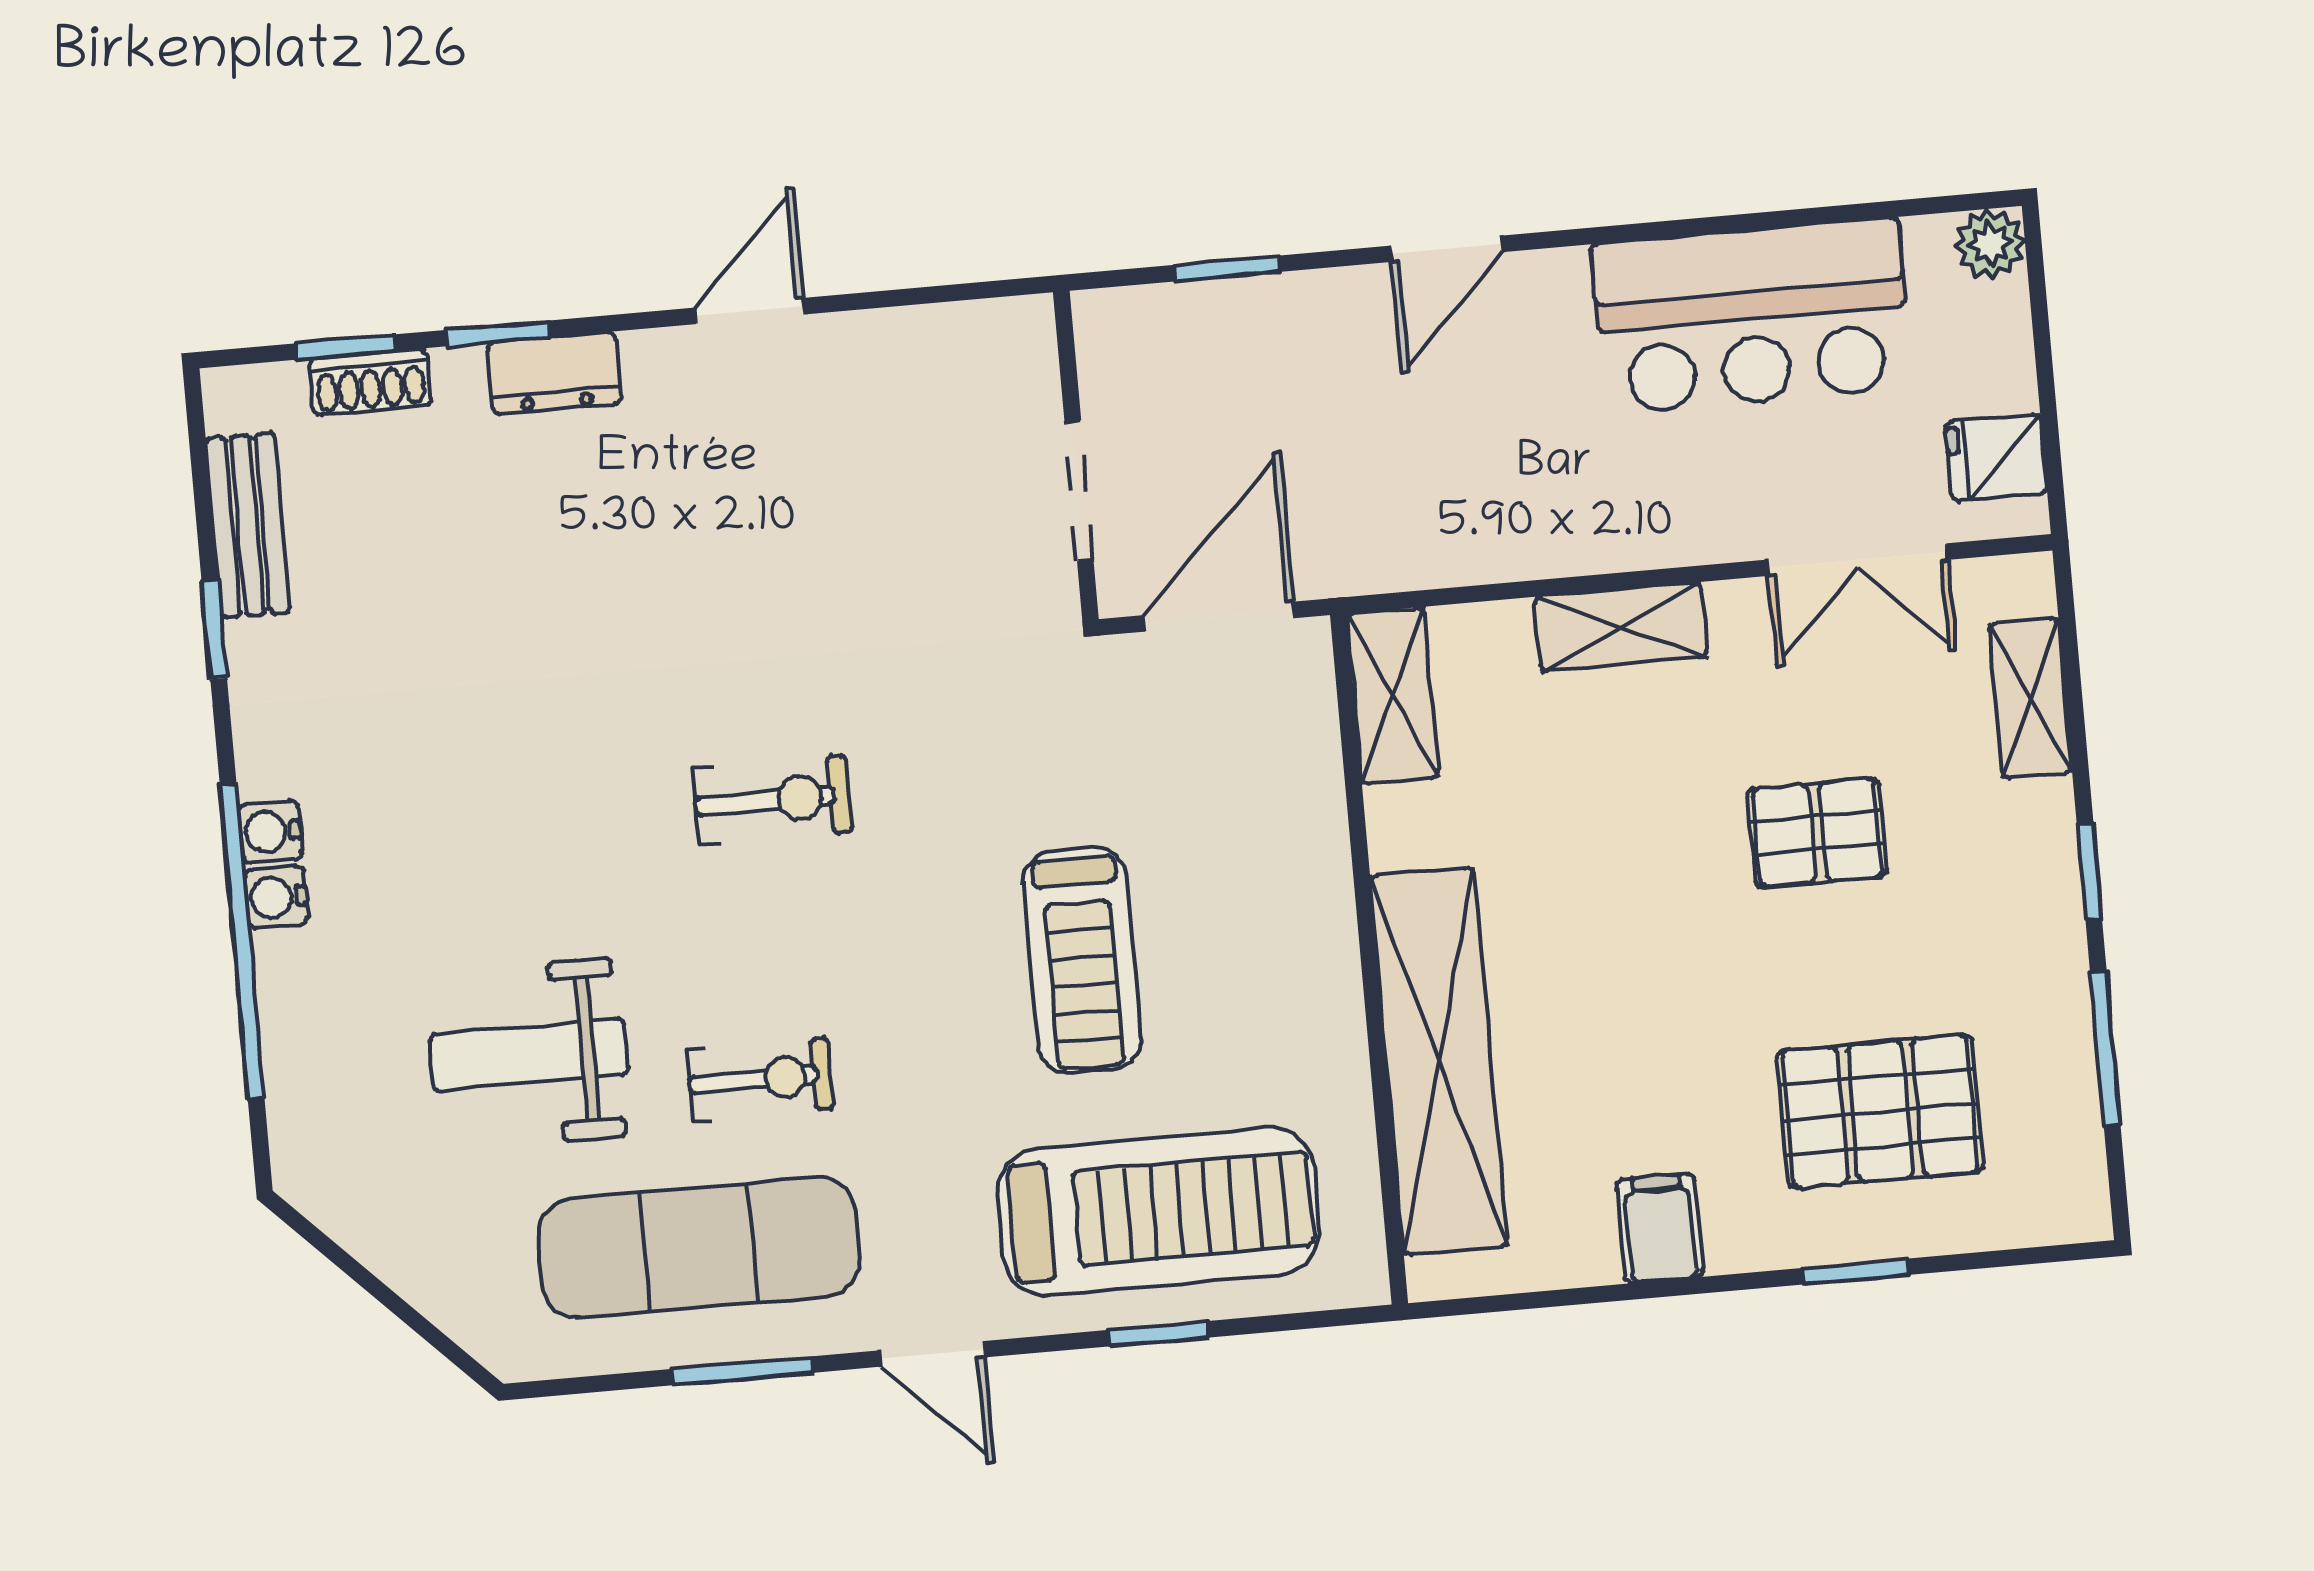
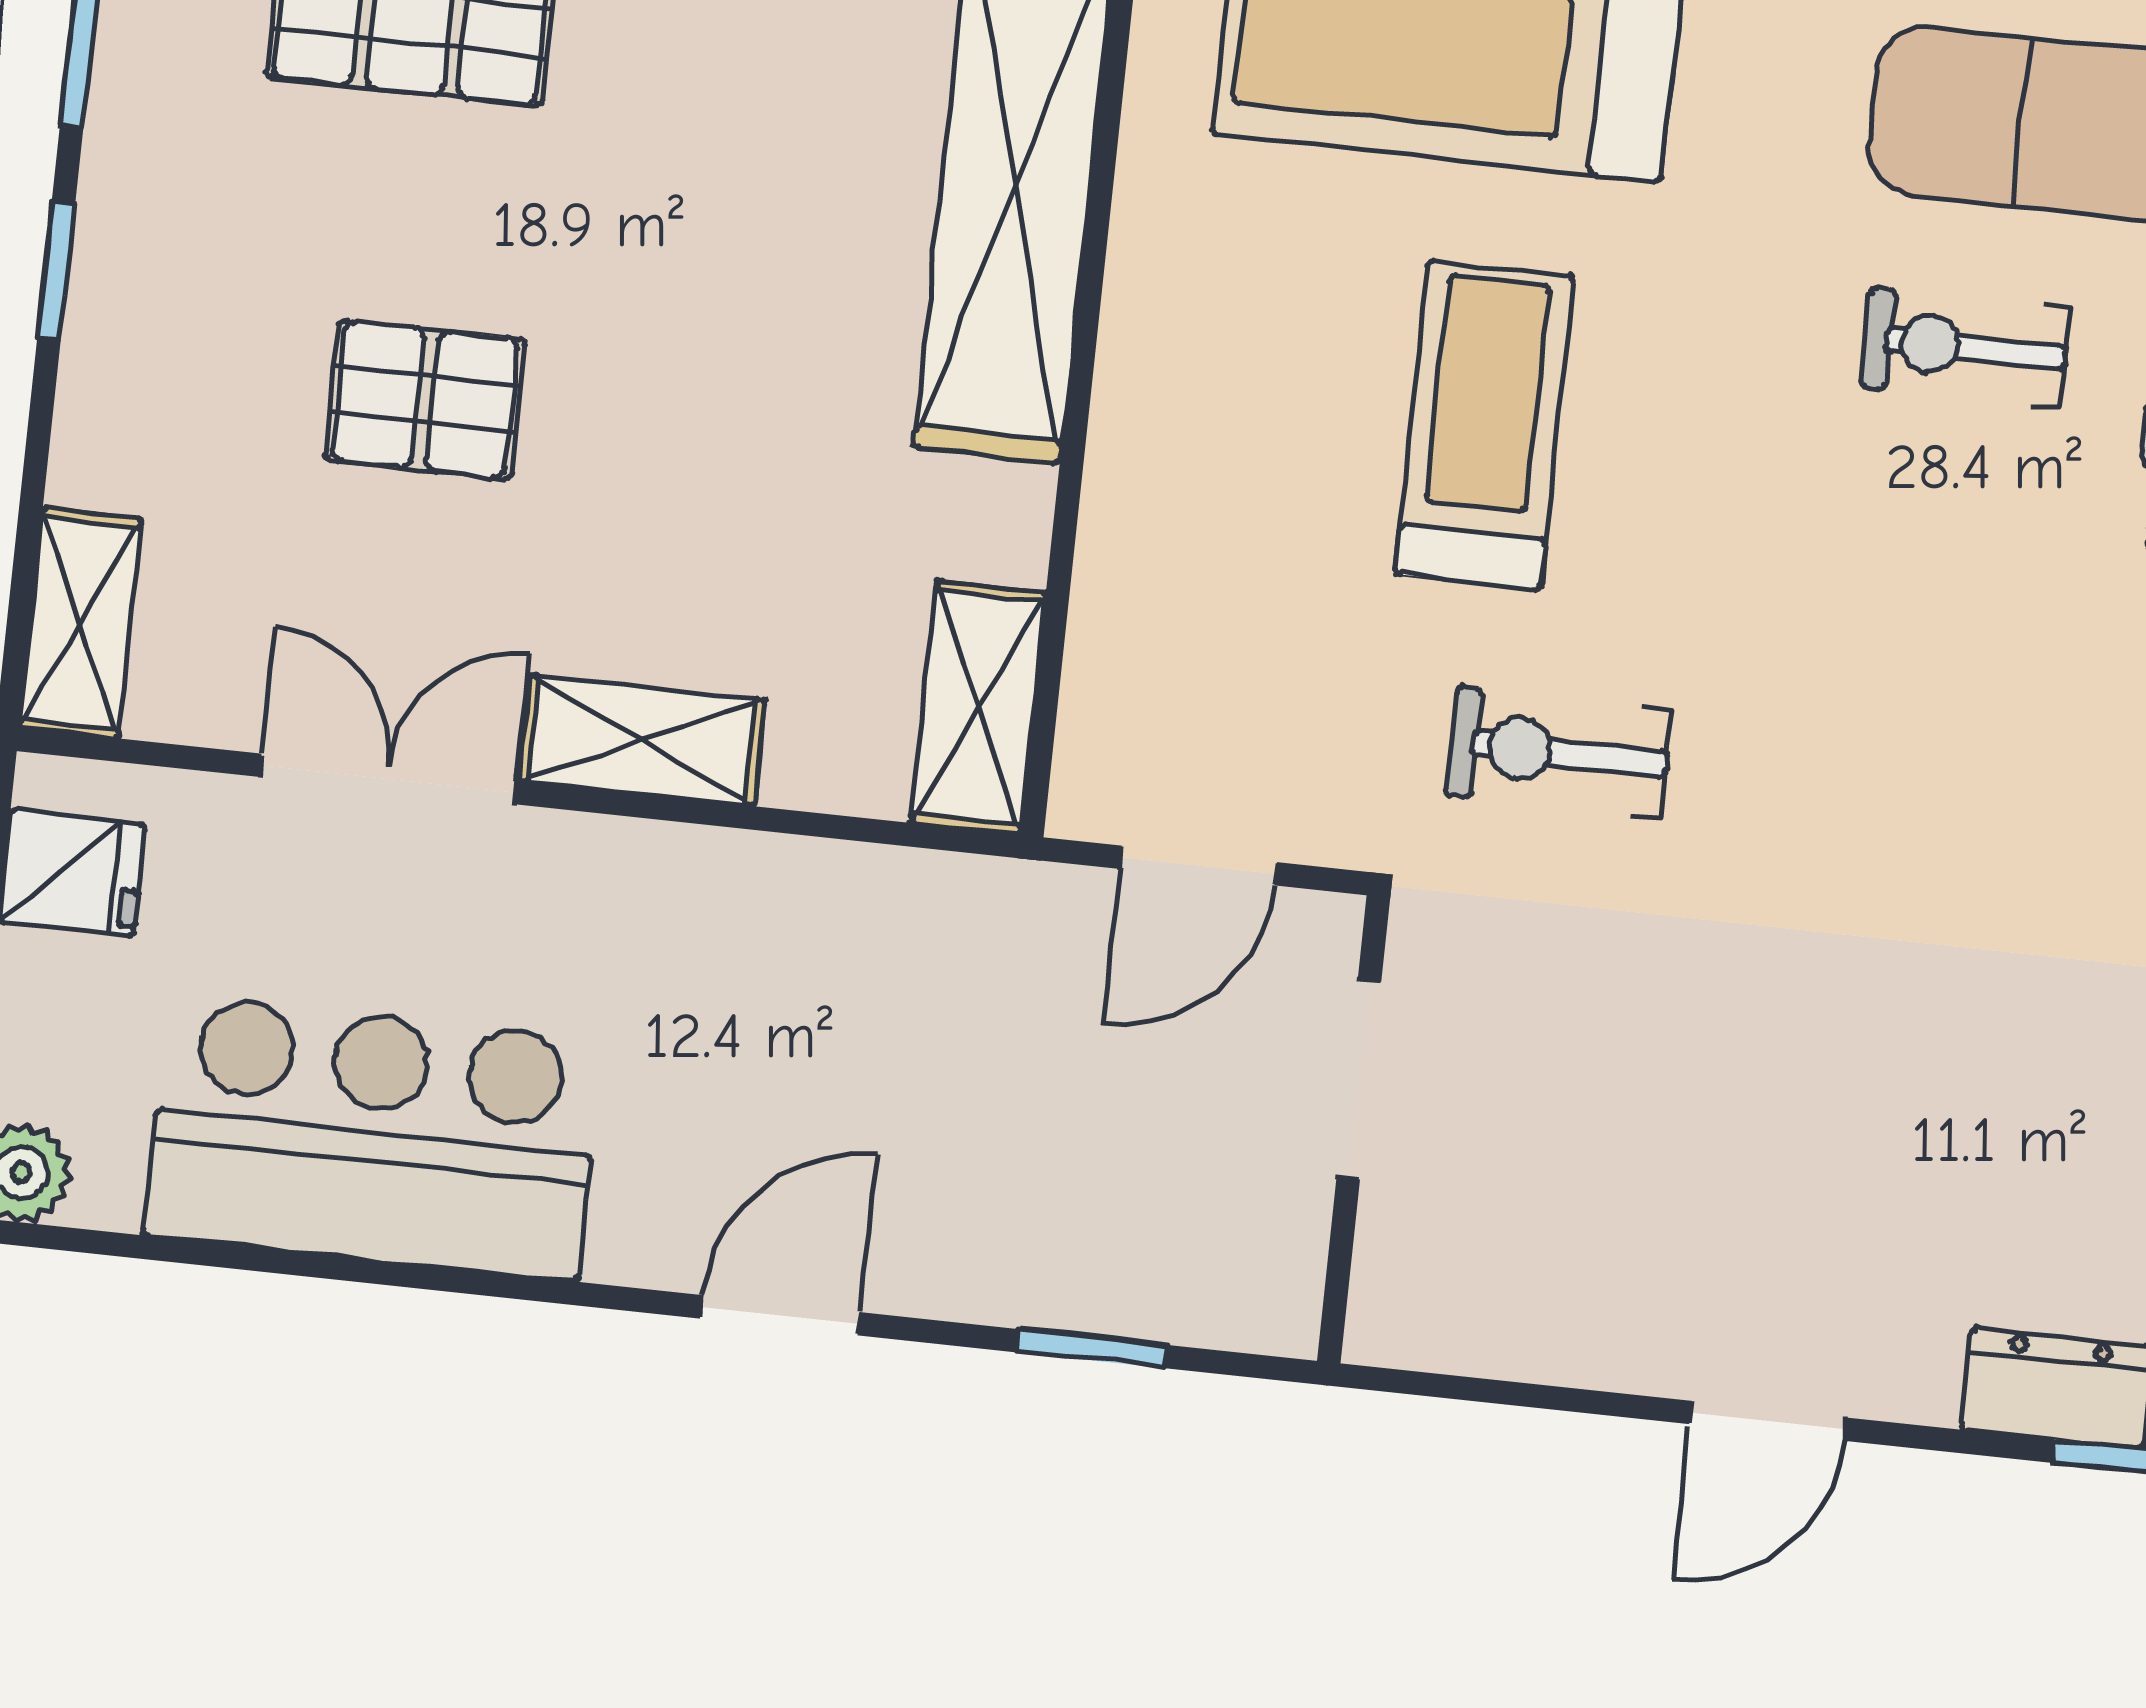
double door: (1857, 560) -> (387, 779), moved
door: (1219, 617) -> (1198, 866), width x0.73
shelving: (2031, 698) -> (80, 623), moved
exercise bike: (772, 800) -> (1559, 752), moved

